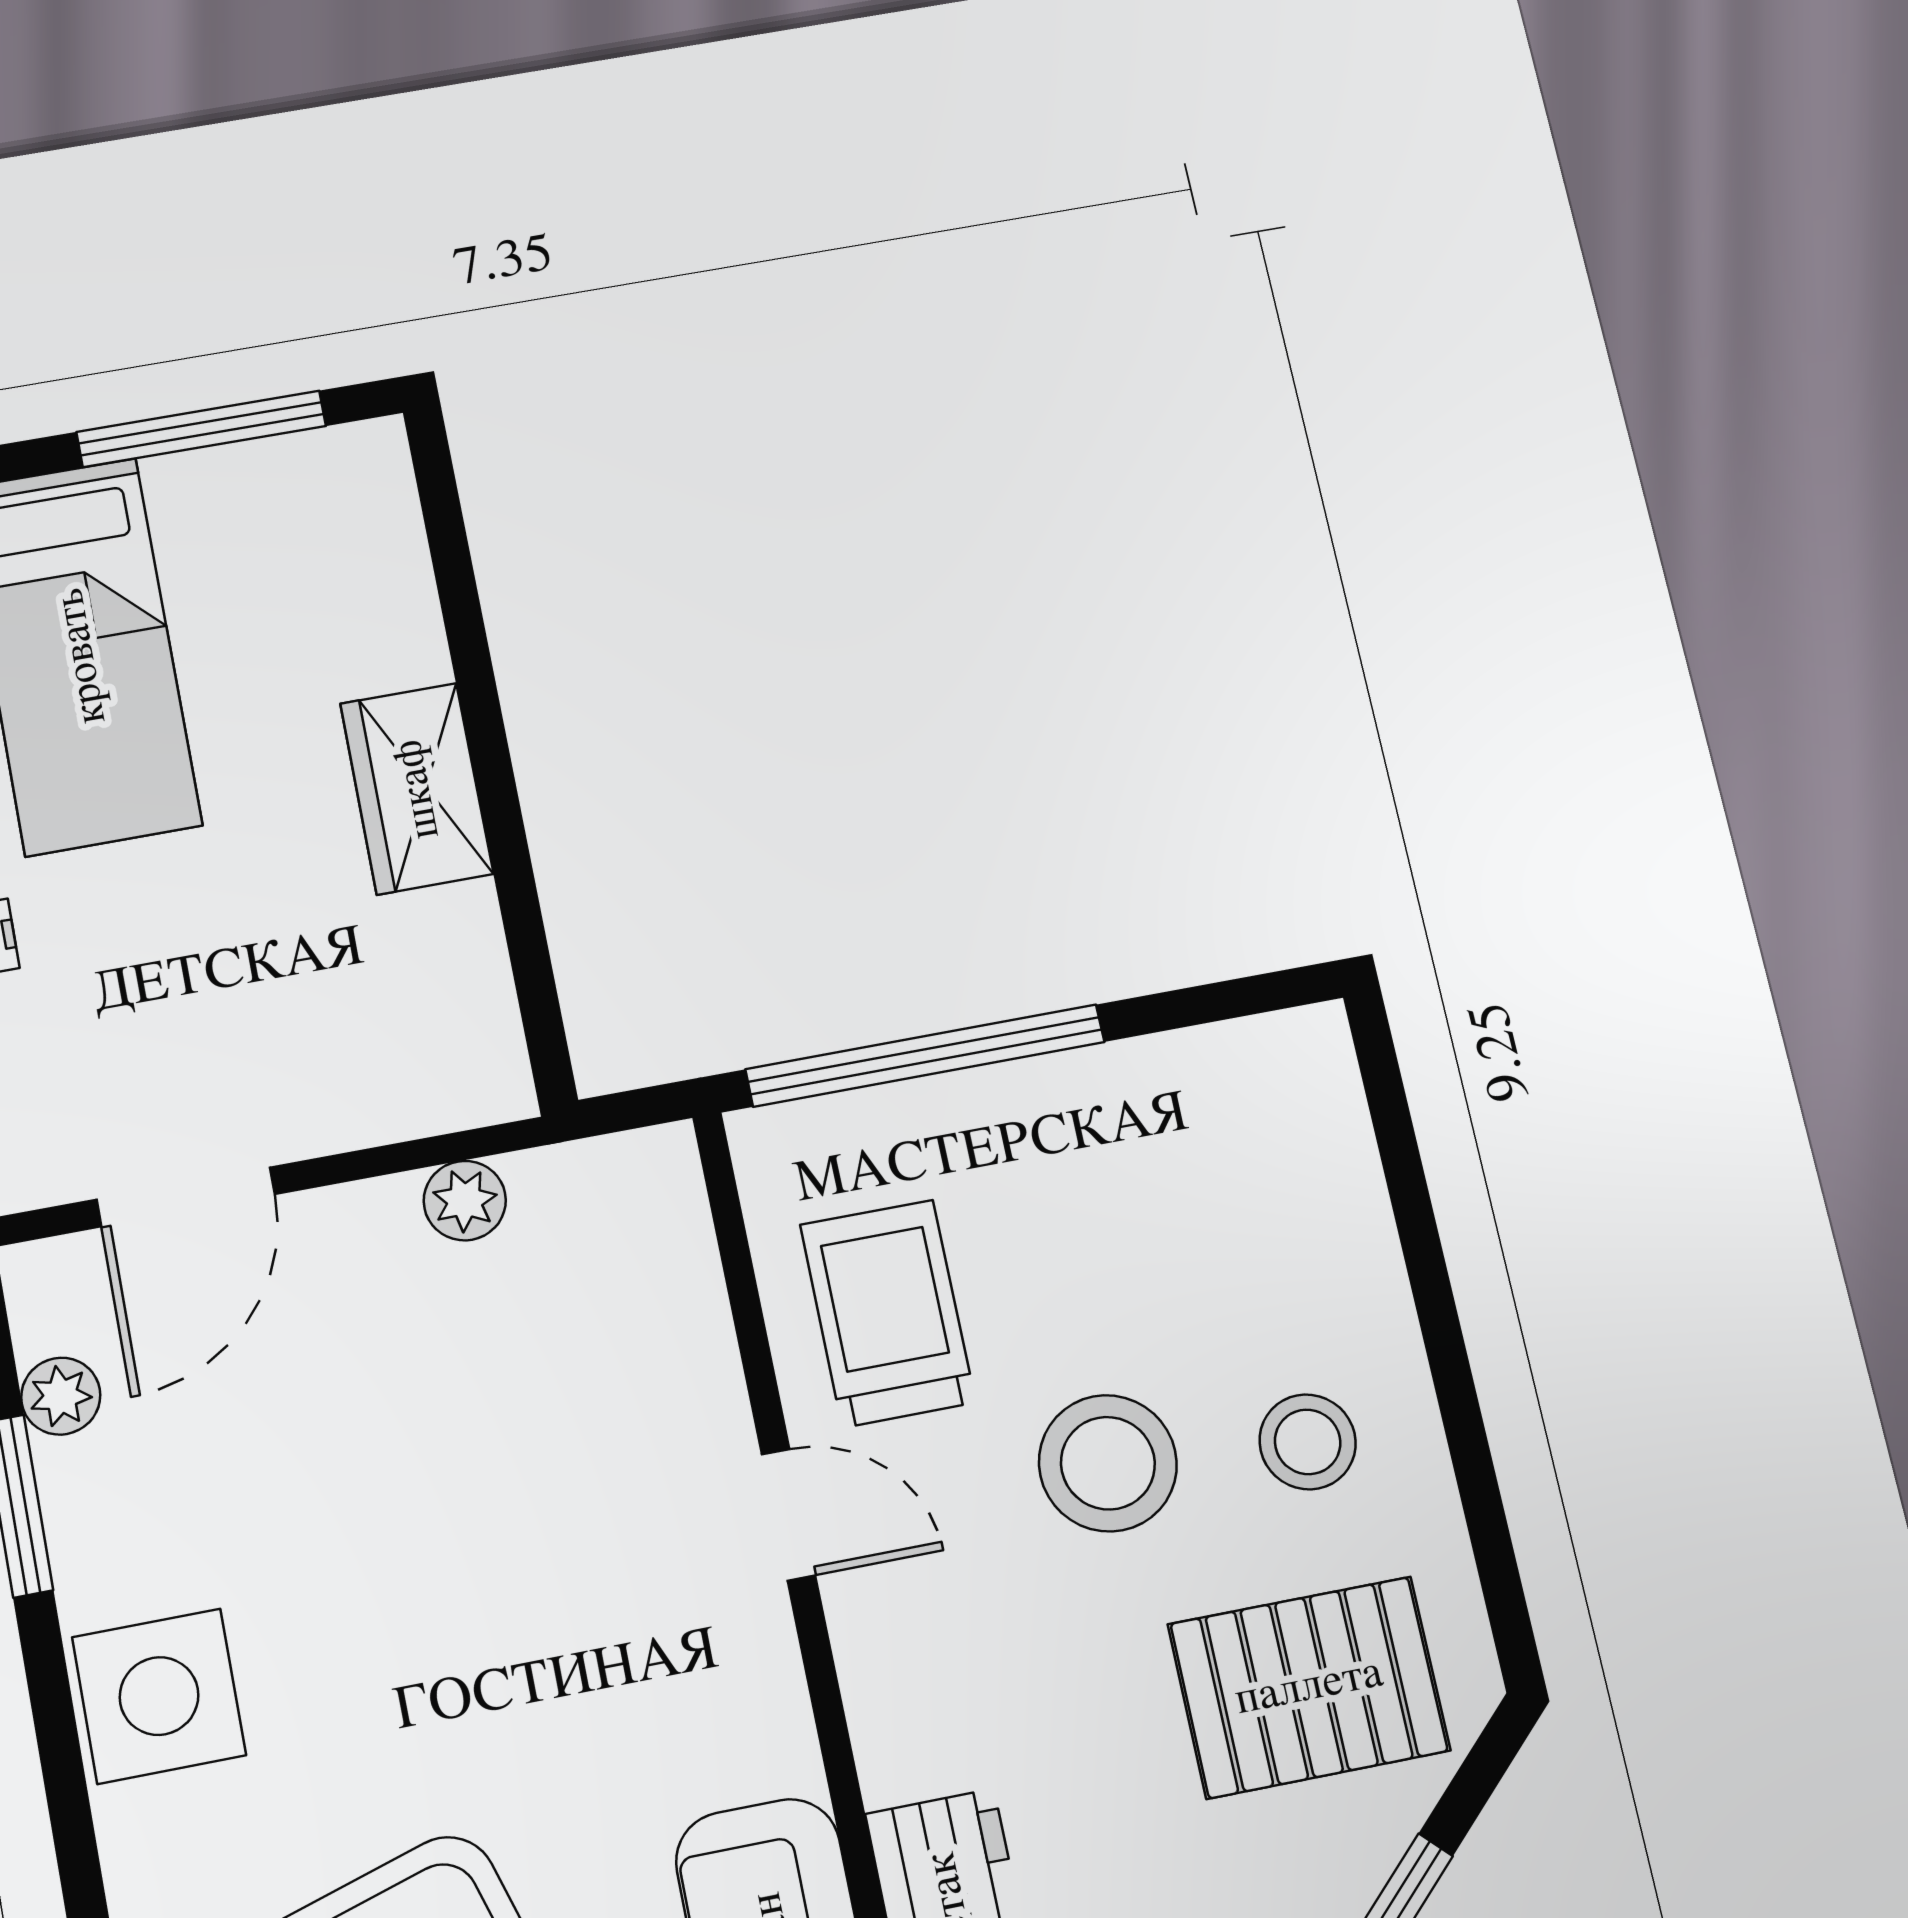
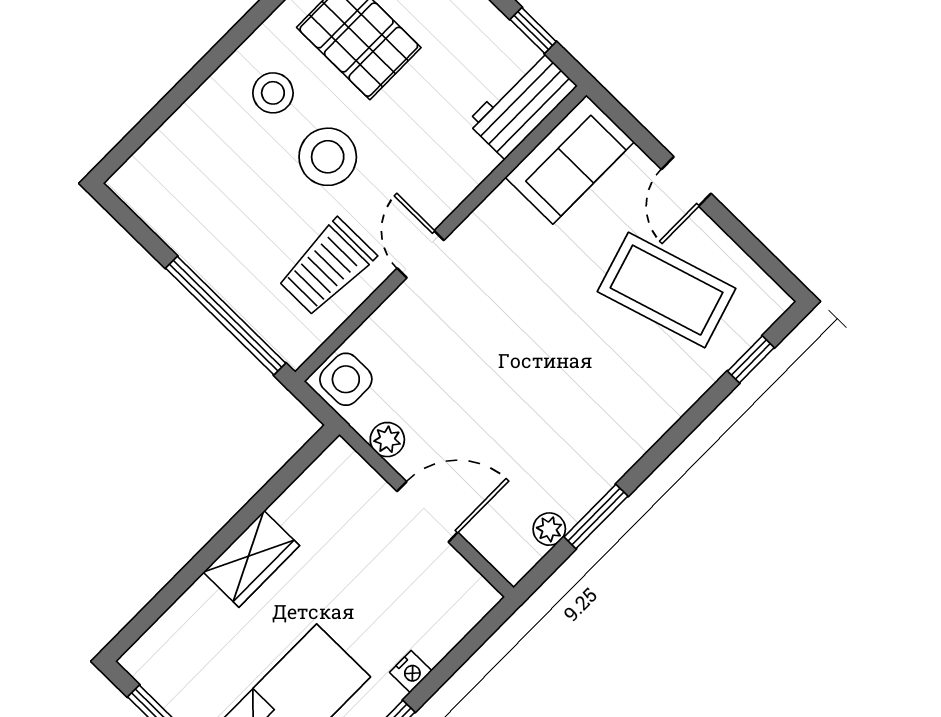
door: (186, 1197) -> (427, 512), moved
side table: (159, 1696) -> (346, 379), moved, width x0.73, depth x0.73

